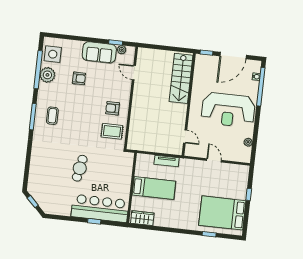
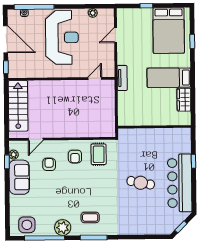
plant: (47, 75) -> (63, 228), moved
armchair: (79, 78) -> (49, 164), moved
stairs: (181, 78) -> (18, 106), moved, turned -90
door: (214, 160) -> (116, 35), moved
tv unit: (167, 161) -> (122, 78), moved
bed: (154, 188) -> (169, 78), moved, turned -90
bar counter: (100, 208) -> (180, 183), moved
wardrobe: (142, 218) -> (184, 100), moved

